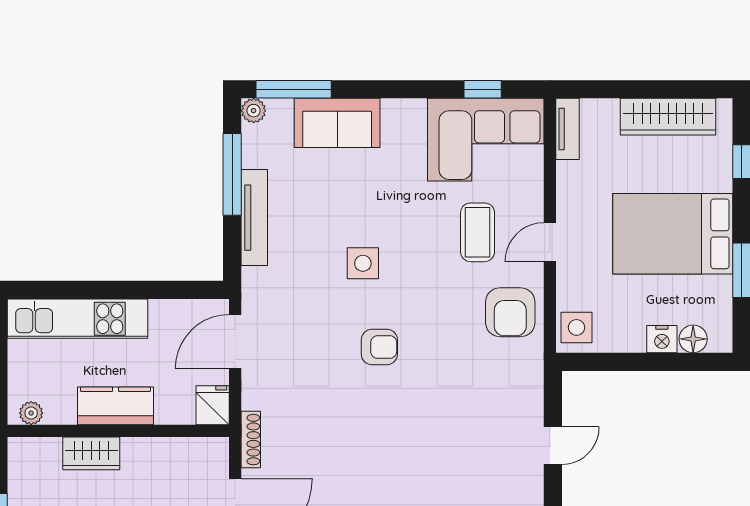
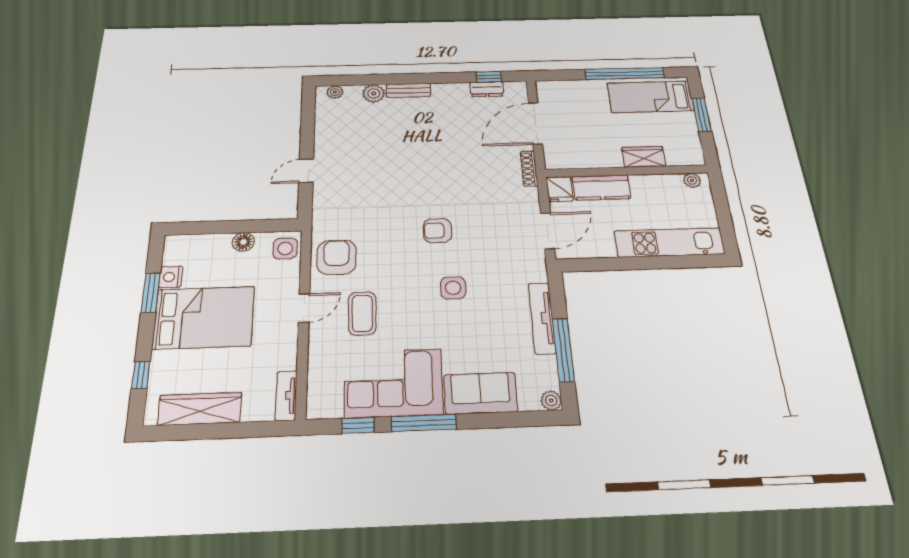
window: (294, 89) -> (424, 423), moved
corner sofa: (486, 140) -> (393, 383), moved
nightstand: (662, 339) -> (171, 277), moved, turned -90
floor lamp: (693, 339) -> (243, 242), moved
kitchen counter: (116, 406) -> (601, 187), moved

